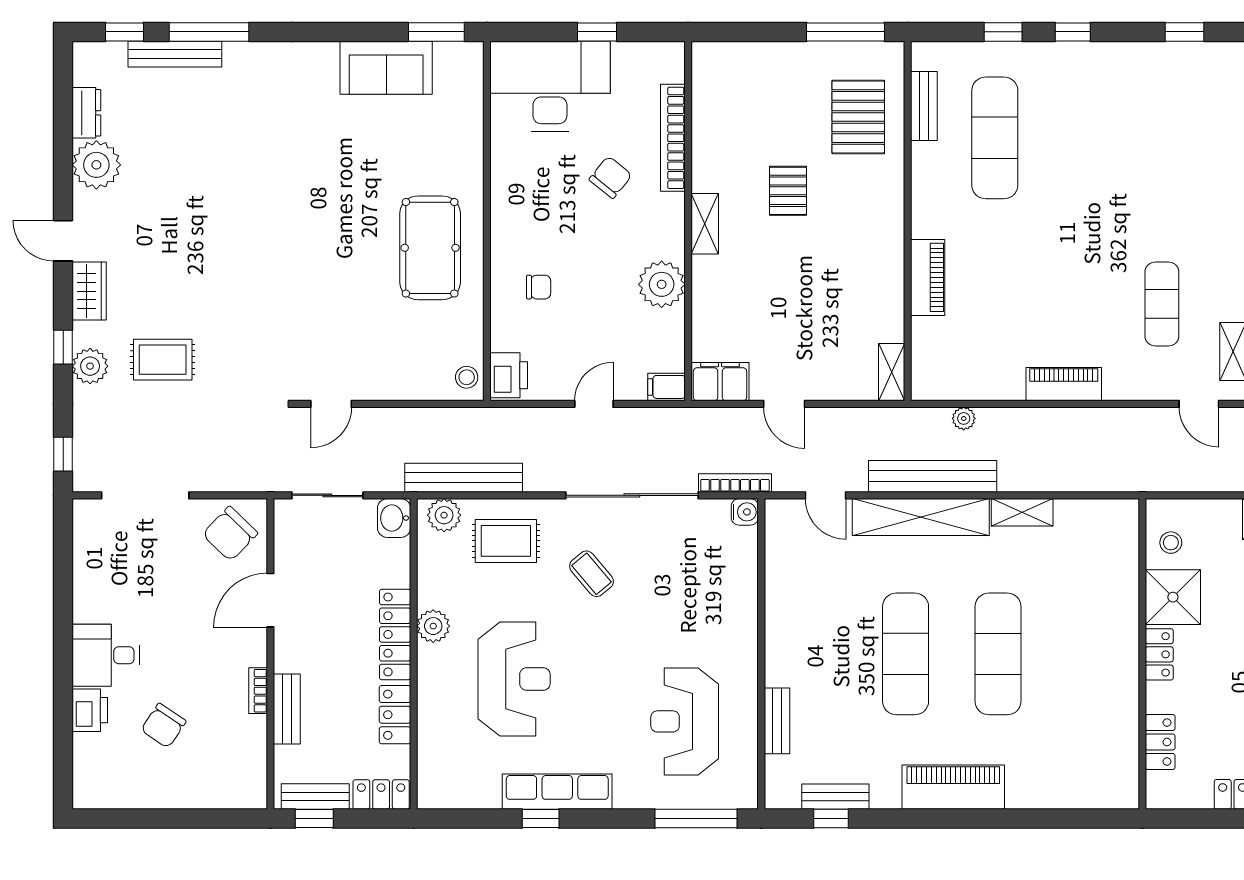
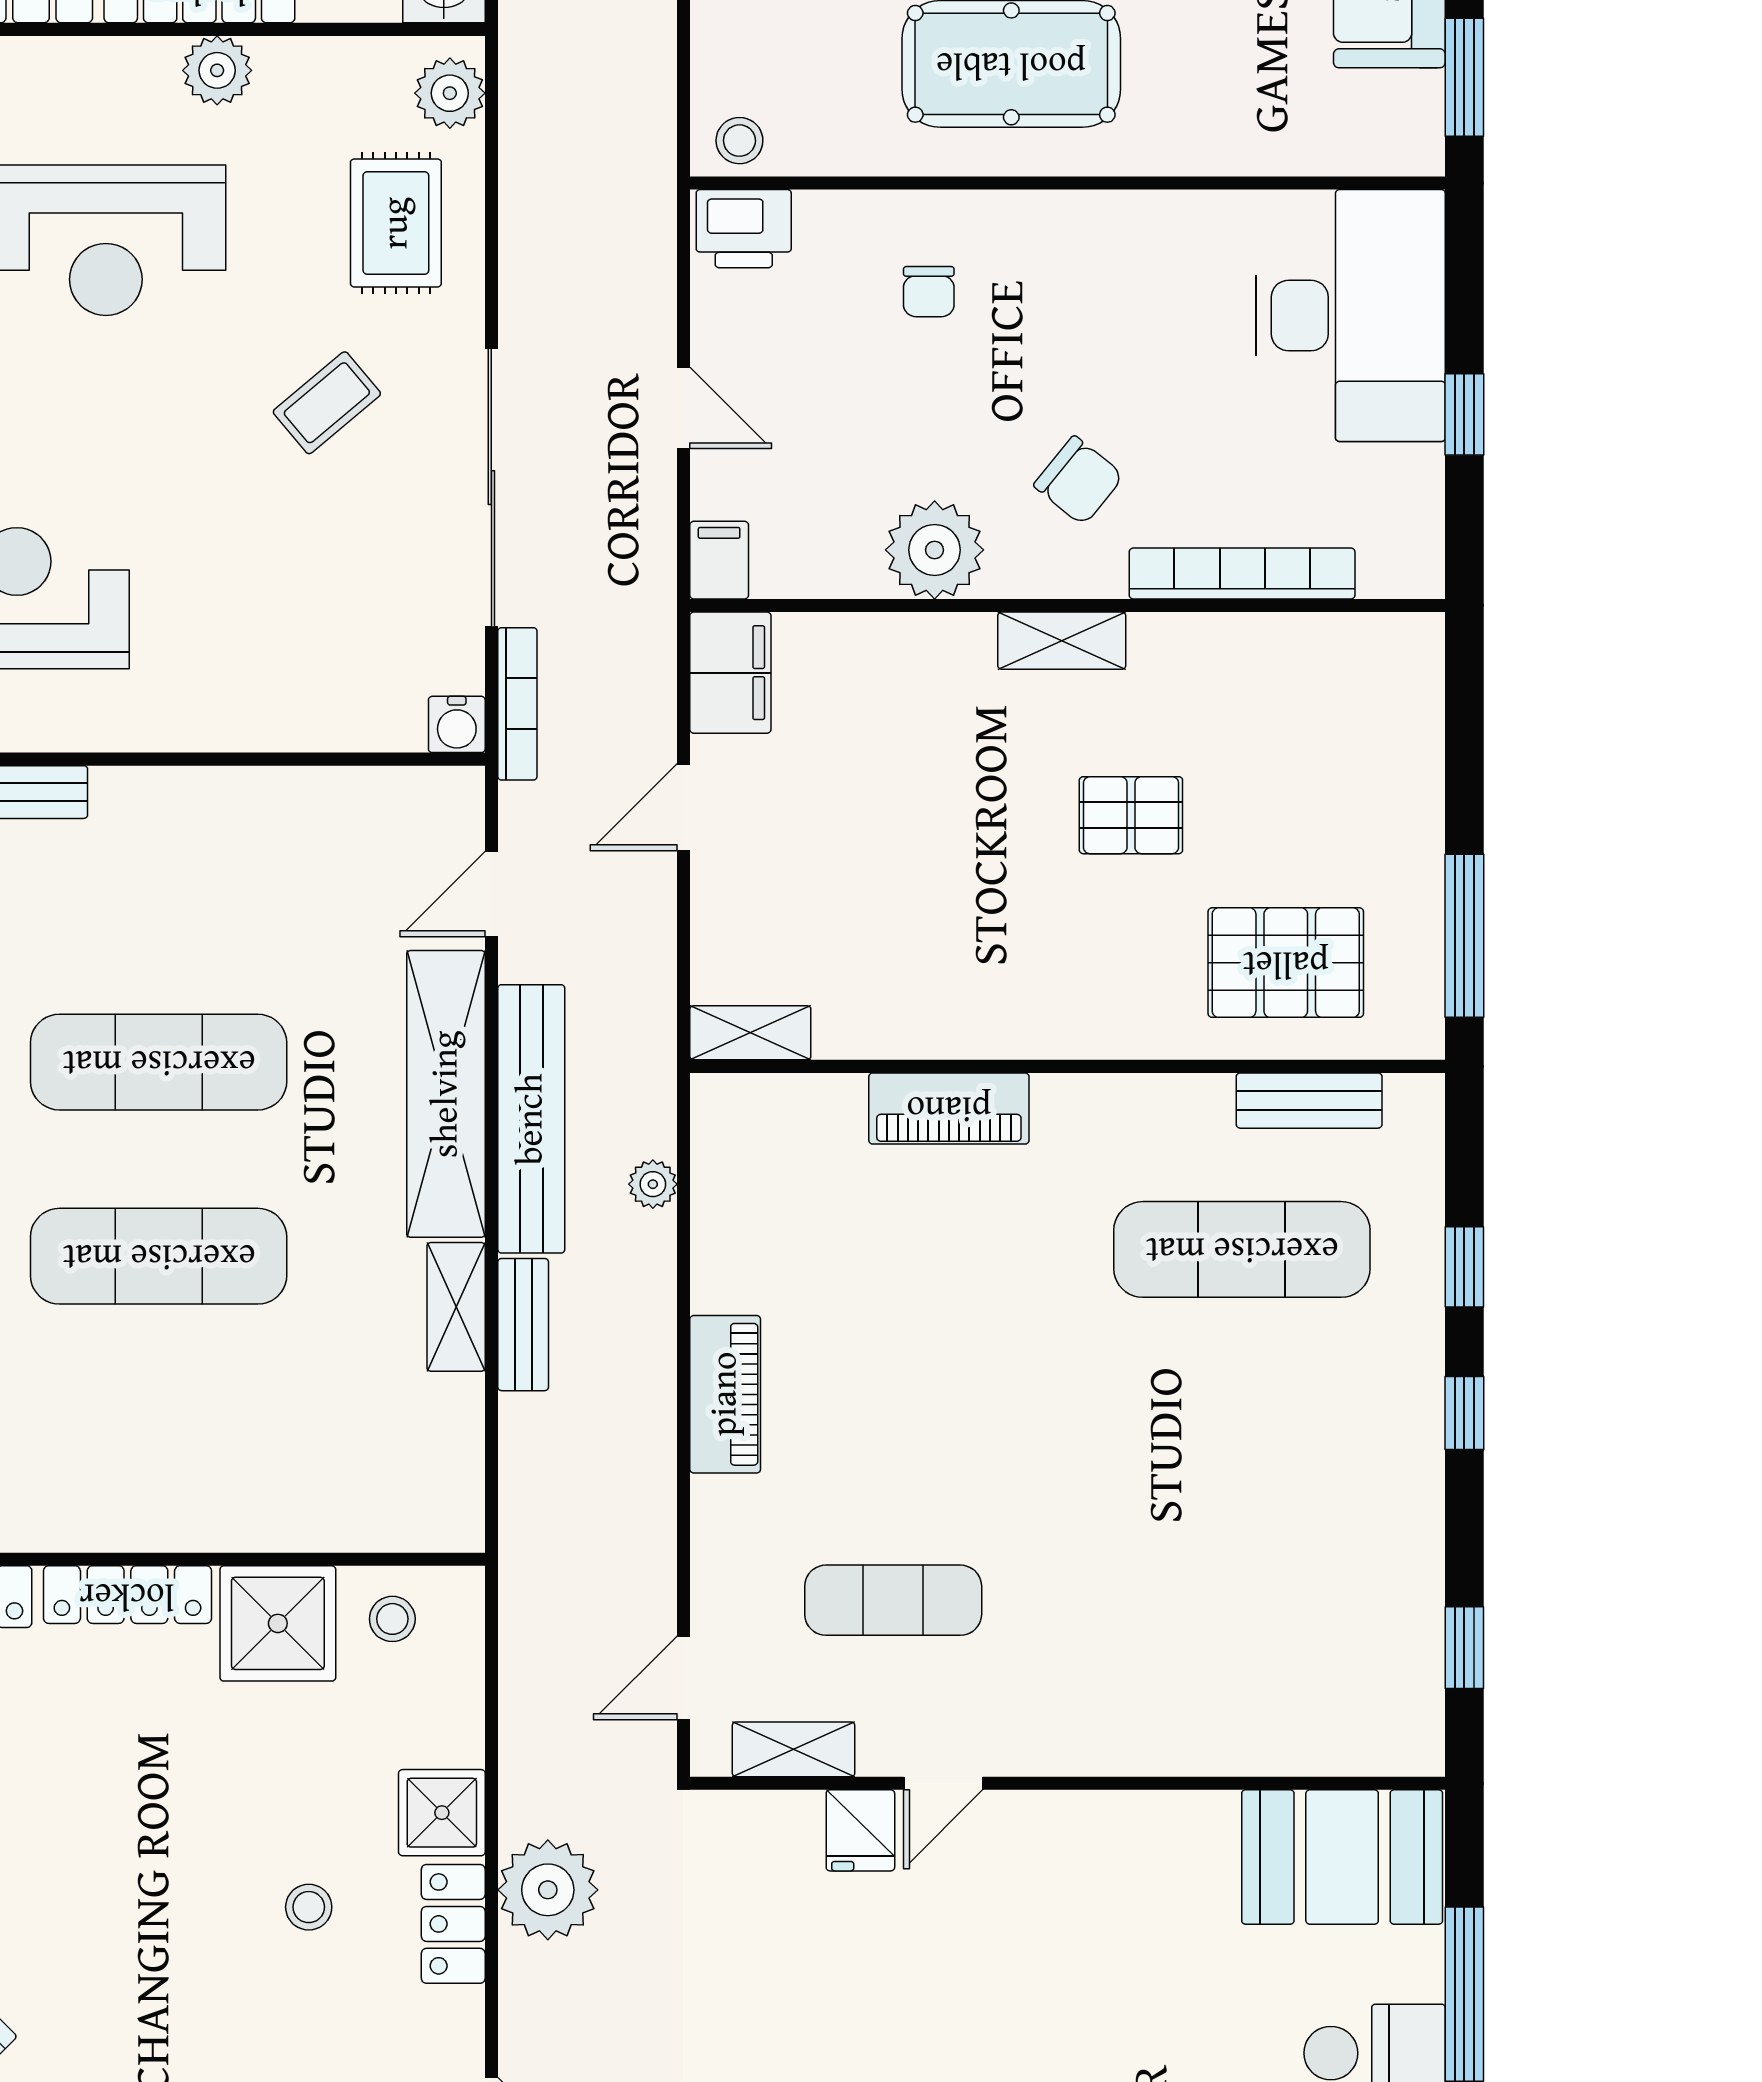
chair: (610, 177) -> (1079, 481), moved
bench: (464, 478) -> (523, 1325), moved, width x0.54, depth x0.82
locker: (1159, 654) -> (127, 1595), width x1.53

